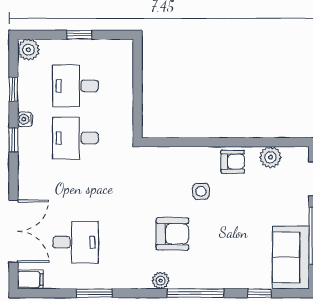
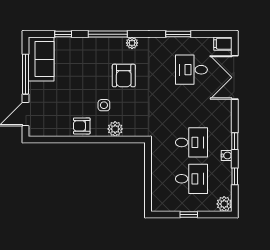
plant: (270, 157) -> (115, 129), moved
armchair: (172, 234) -> (124, 75), turned -90

